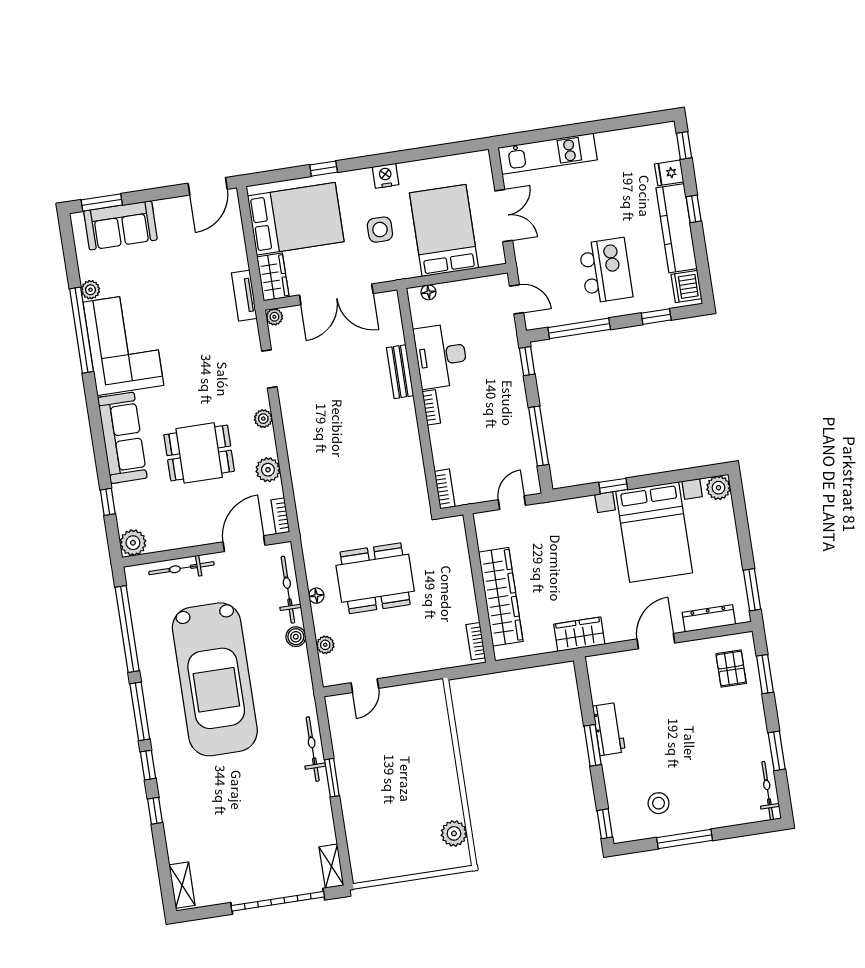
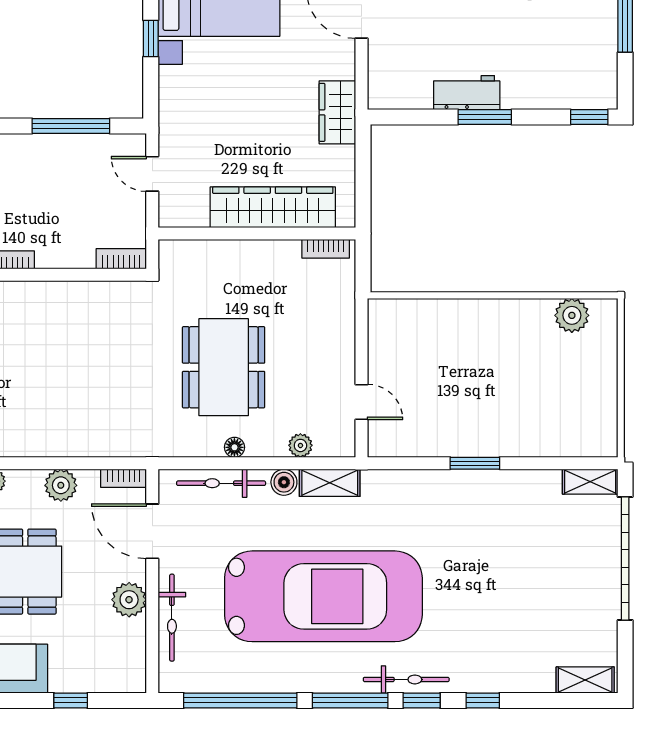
plant: (133, 543) -> (129, 600), moved
shelving: (301, 671) -> (330, 483), added
bicycle: (313, 749) -> (406, 679), moved, turned 180
stool: (659, 803) -> (573, 43), removed

